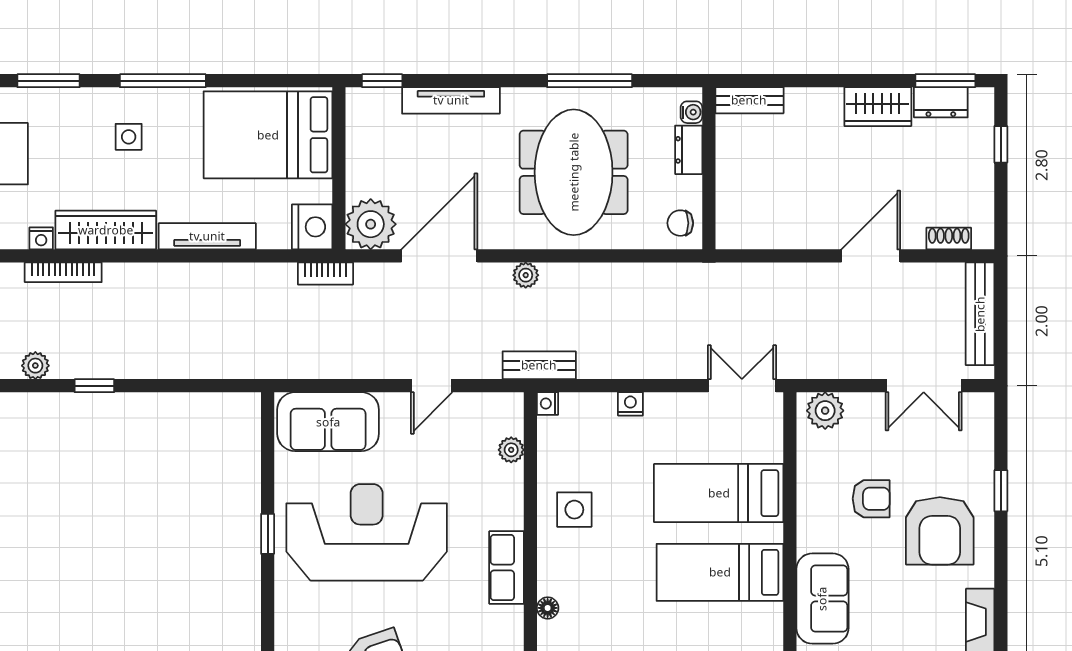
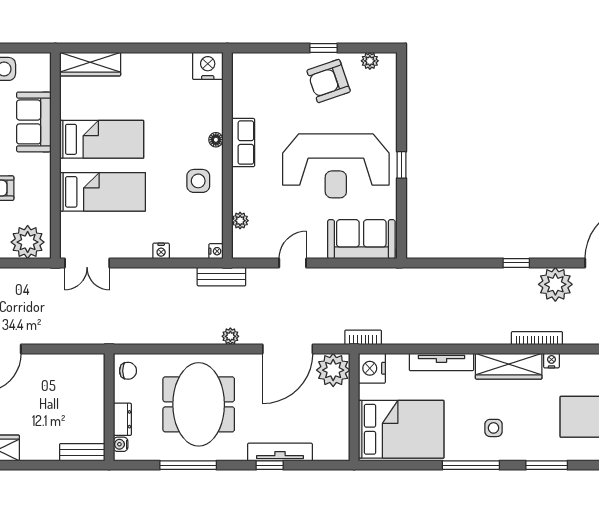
window: (382, 81) -> (270, 465), moved
plant: (35, 366) -> (555, 284), width x1.87, depth x1.87
plant: (825, 411) -> (28, 242), width x1.36, depth x1.36
floor lamp: (548, 608) -> (216, 140), moved

